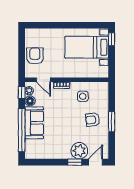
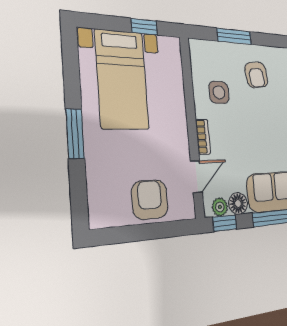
window: (63, 25) -> (75, 134), added
window: (112, 39) -> (144, 27), moved
armchair: (35, 56) -> (150, 200), turned 90
window: (112, 122) -> (234, 36), moved

